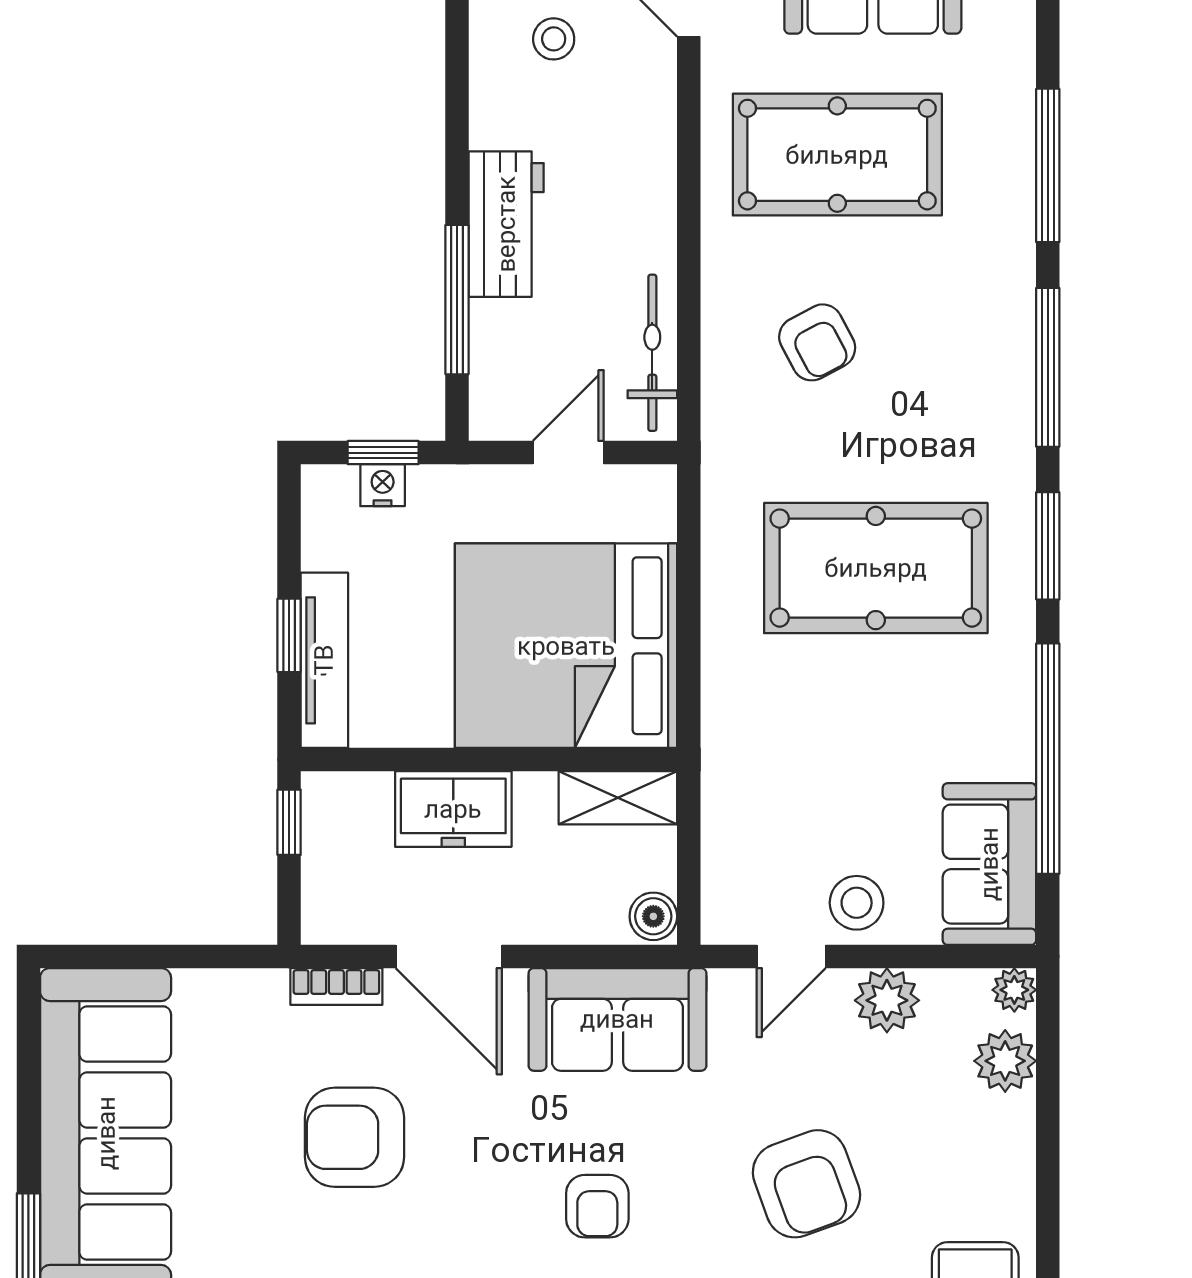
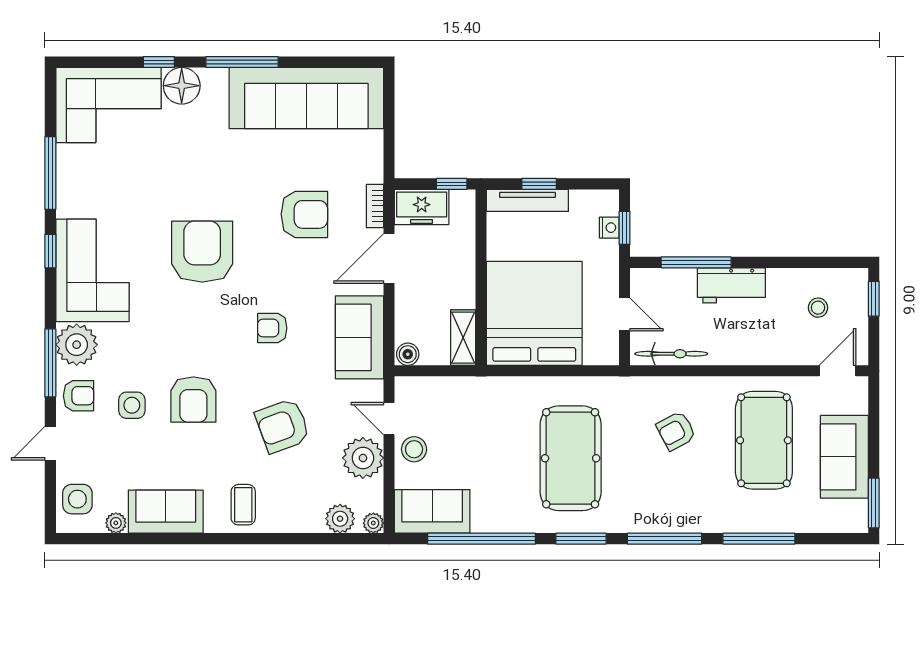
freezer: (453, 809) -> (422, 207), moved, turned -90
plant: (887, 1000) -> (363, 458), width x1.36, depth x1.36
armchair: (354, 1137) -> (304, 214), turned 90

